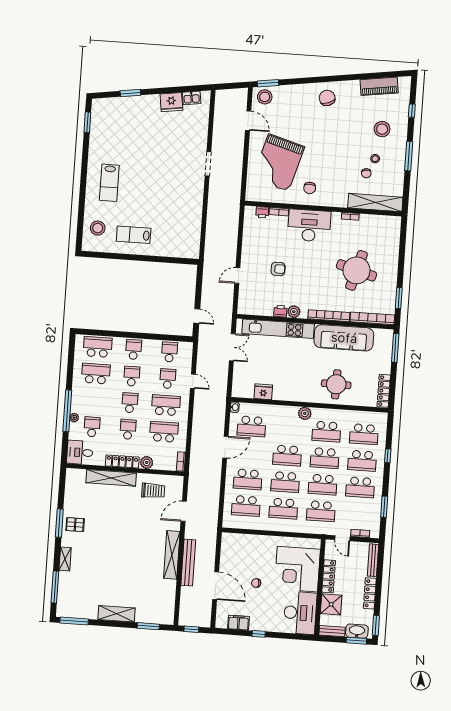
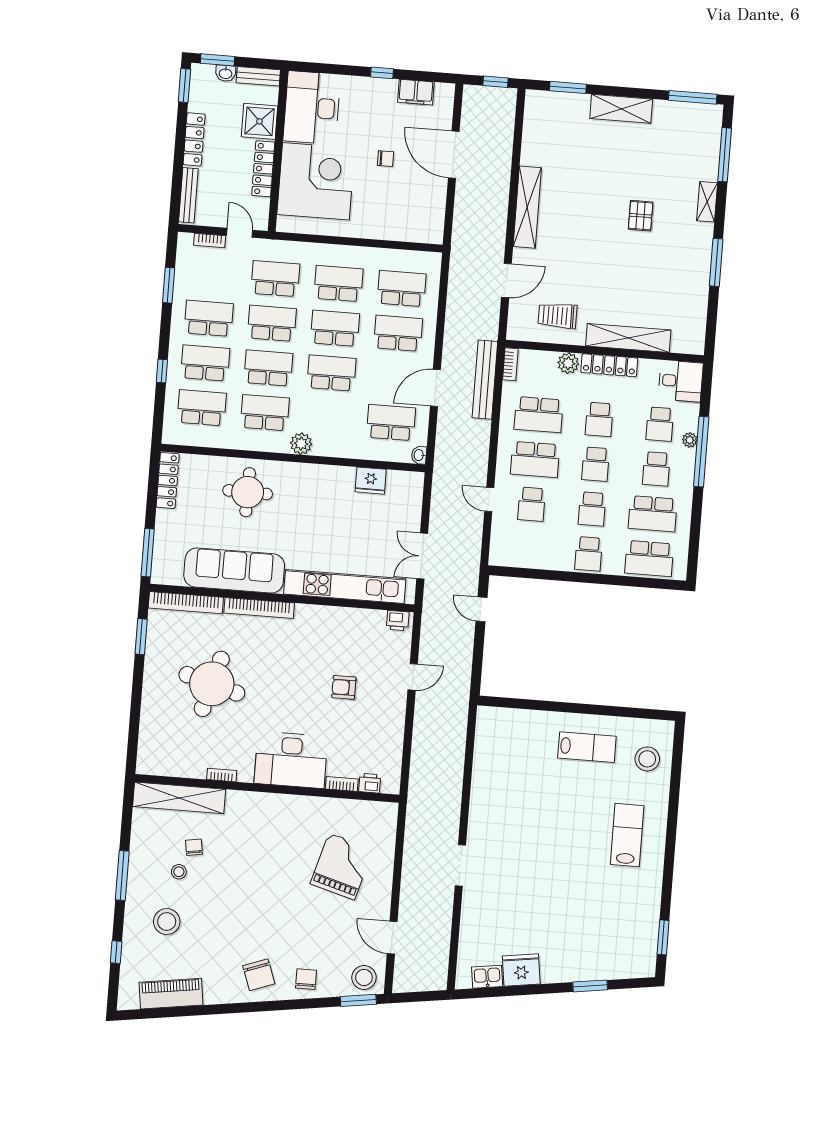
grand piano: (278, 163) -> (342, 866), width x0.73, depth x0.68
chair: (310, 188) -> (306, 979), moved
printer: (280, 311) -> (398, 621), moved
plant: (294, 312) -> (318, 615), removed
school desk: (170, 352) -> (656, 469), moved
pallet: (75, 525) -> (641, 216), moved, turned 90
bench: (188, 563) -> (485, 380), moved
washbasin: (357, 631) -> (226, 73), width x0.52, depth x0.69

